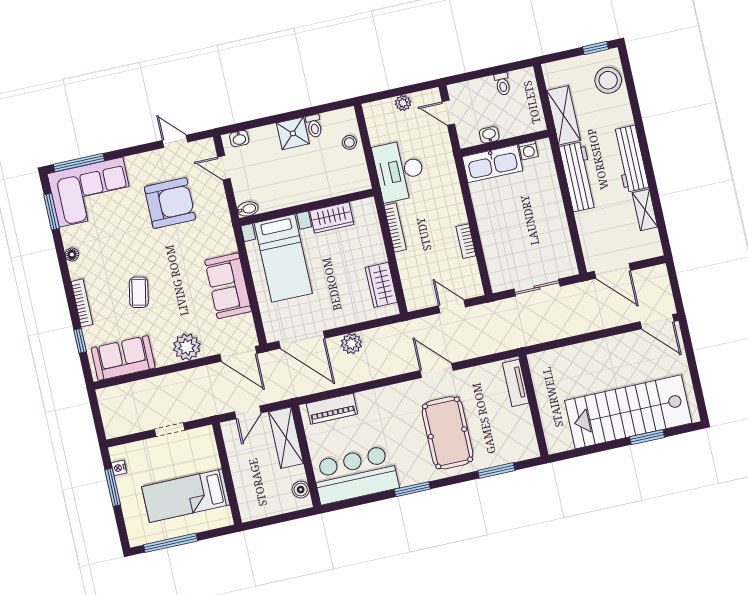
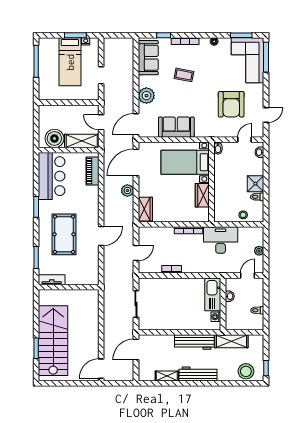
wardrobe: (381, 285) -> (145, 209), moved, turned 90
tv unit: (516, 383) -> (52, 280), moved
pool table: (448, 433) -> (64, 234), turned 90
boiler: (301, 490) -> (54, 138), width x1.86, depth x1.86
bed: (186, 496) -> (70, 62), moved, turned 180

